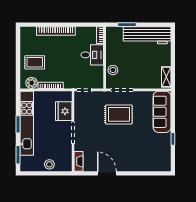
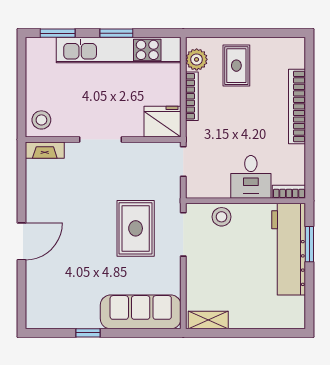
workbench: (147, 35) -> (289, 249), moved
fridge: (64, 111) -> (162, 122), moved
stool: (49, 164) -> (41, 120), moved
door: (107, 173) -> (22, 241), moved

